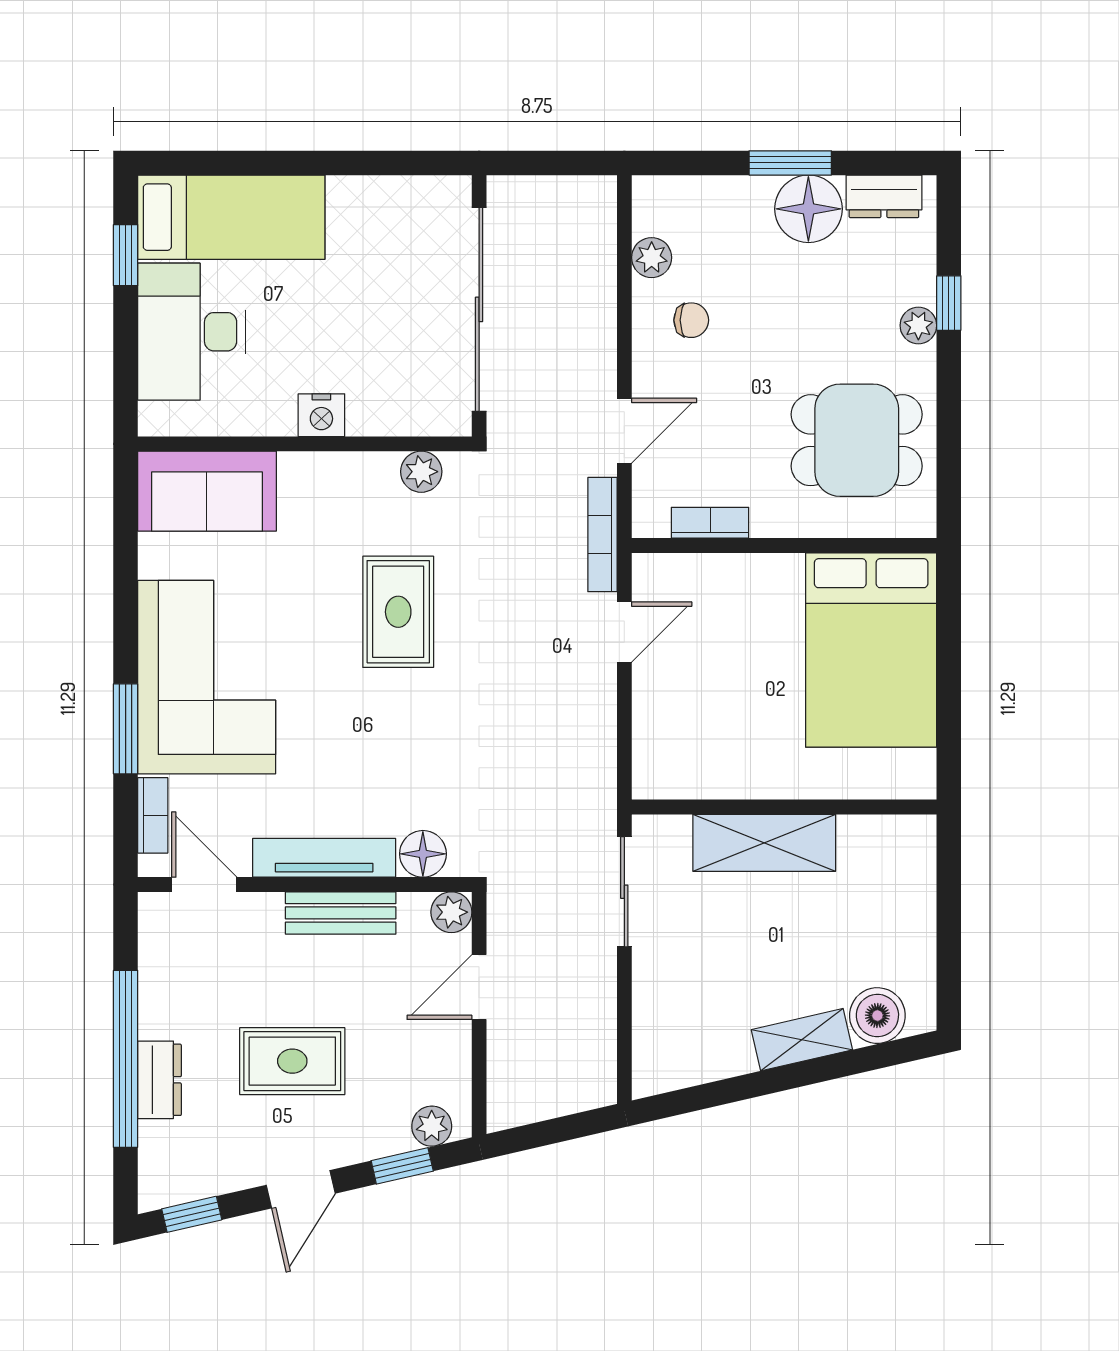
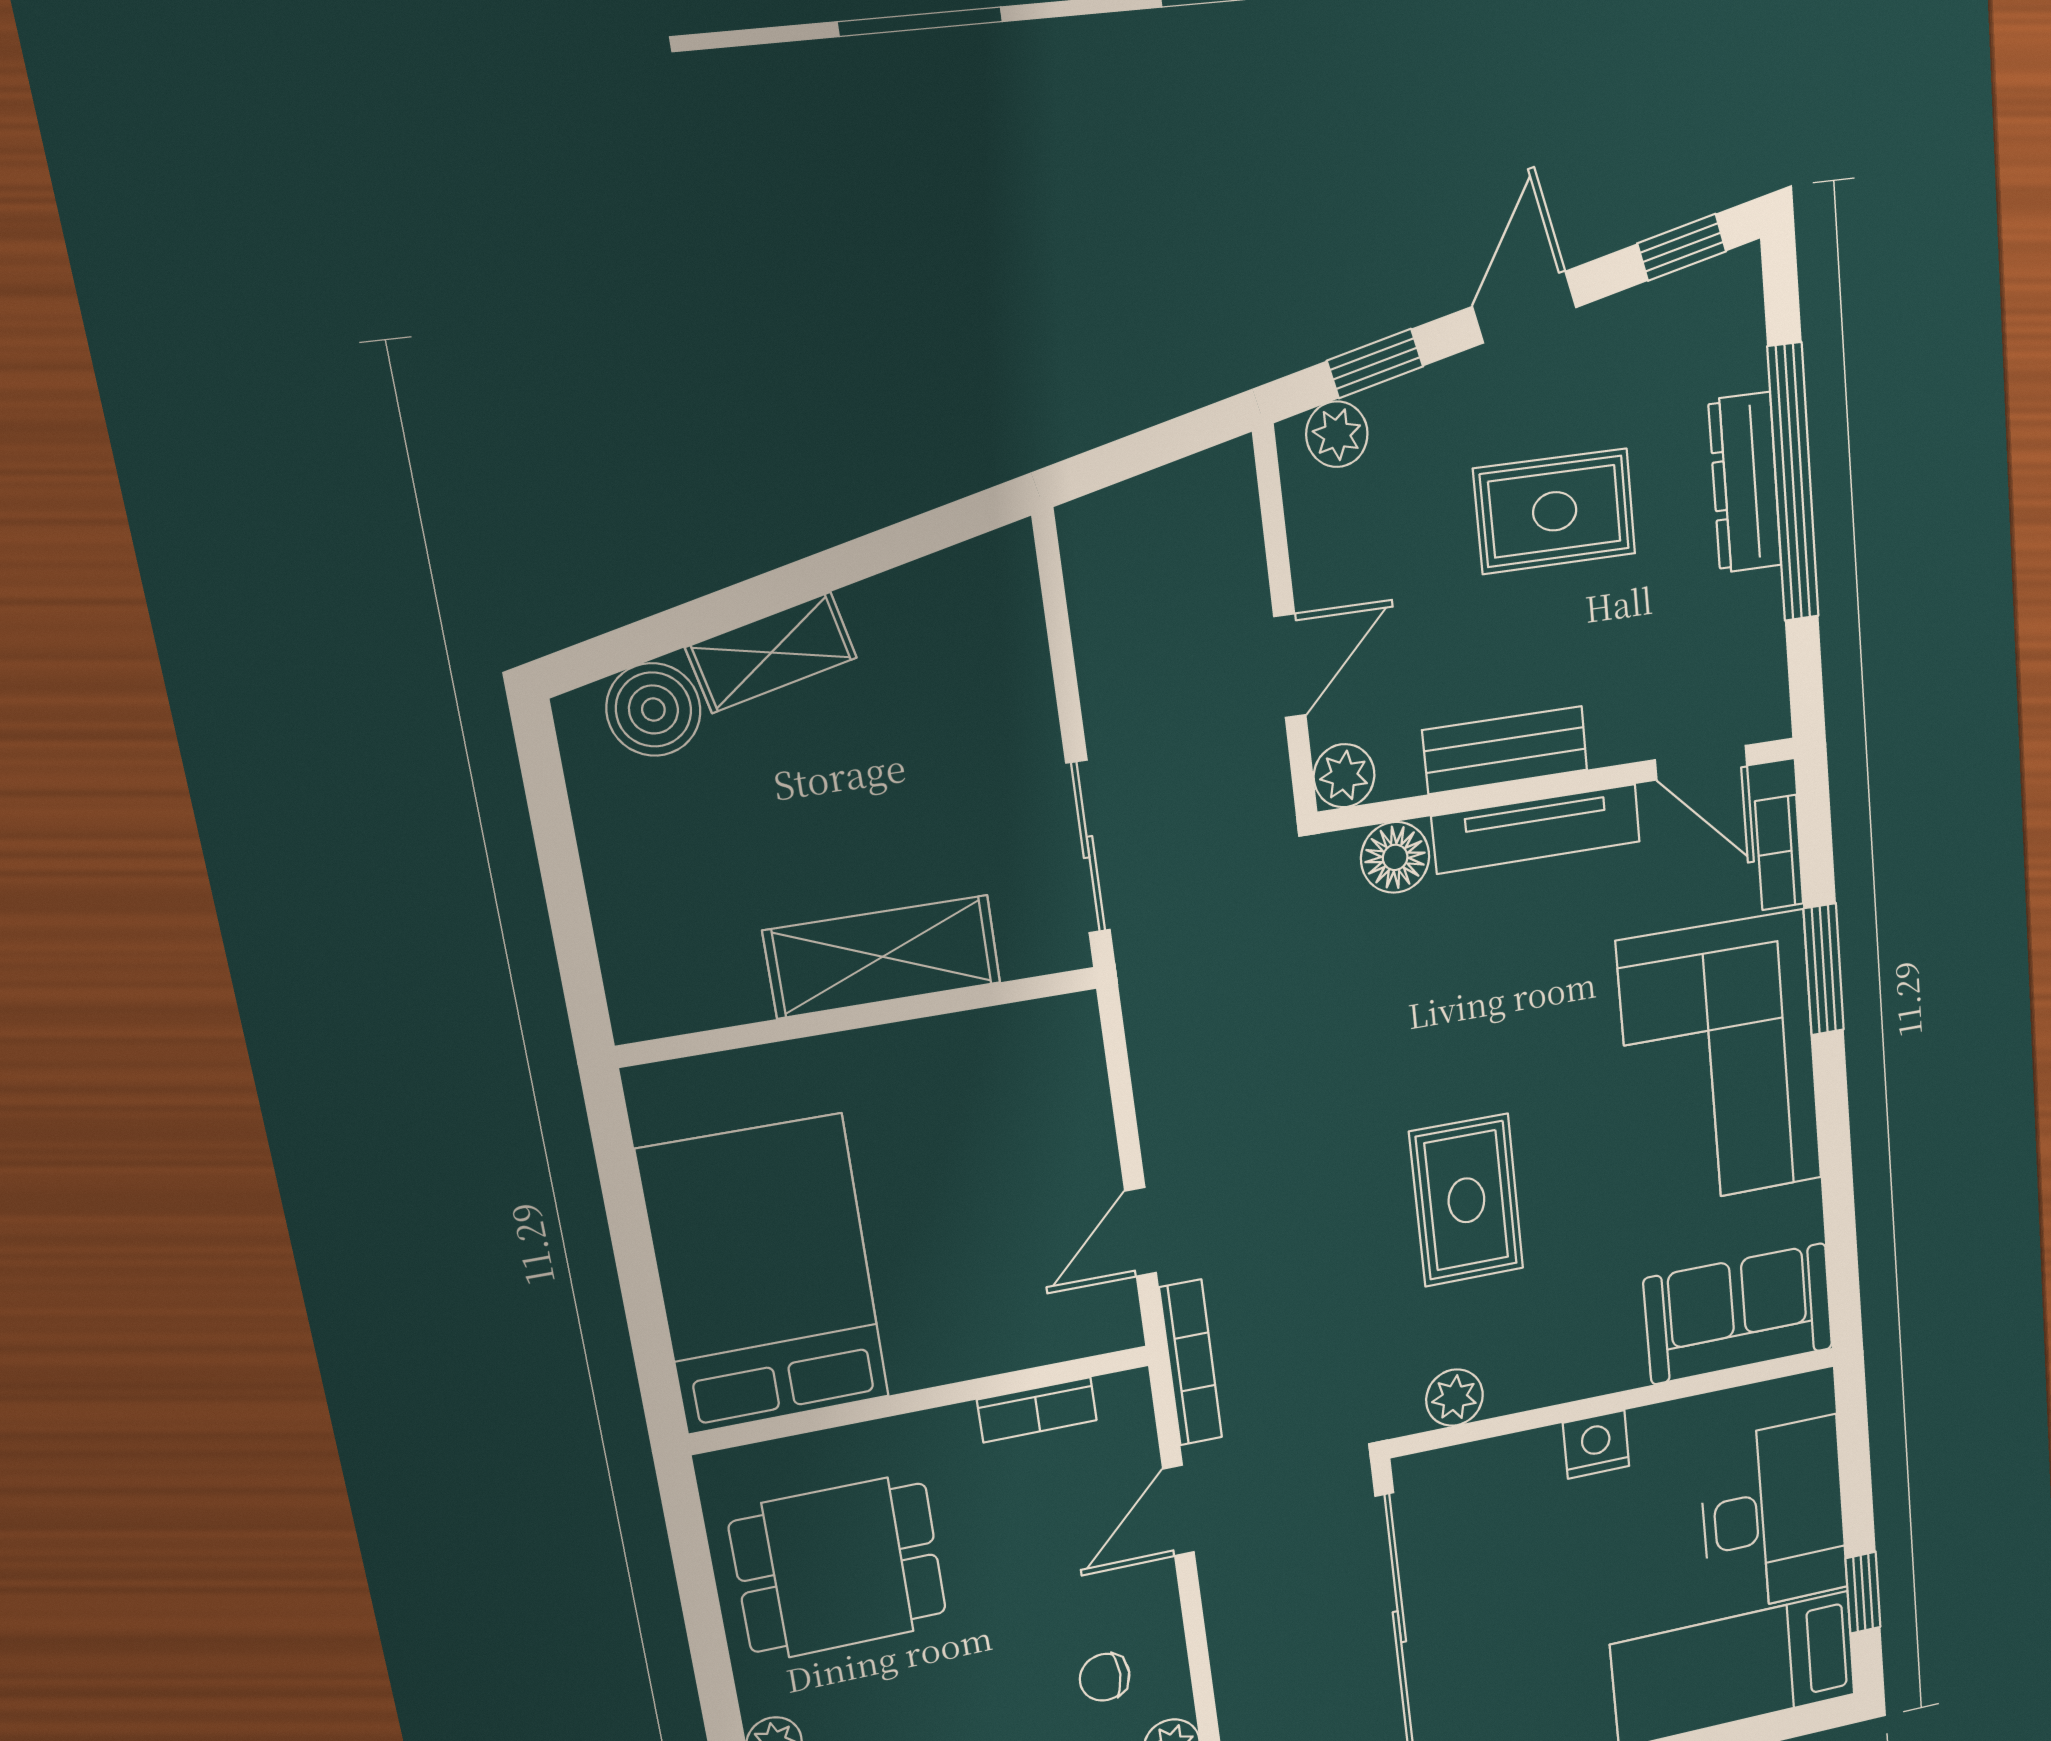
dresser: (159, 1080) -> (1745, 483), width x1.44

